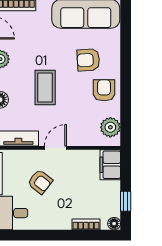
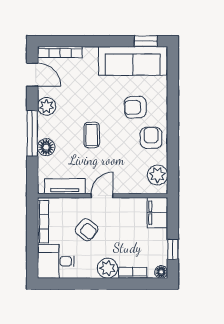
coffee table: (45, 88) -> (92, 135), width x0.73, depth x0.77
plant: (61, 220) -> (107, 268), added

